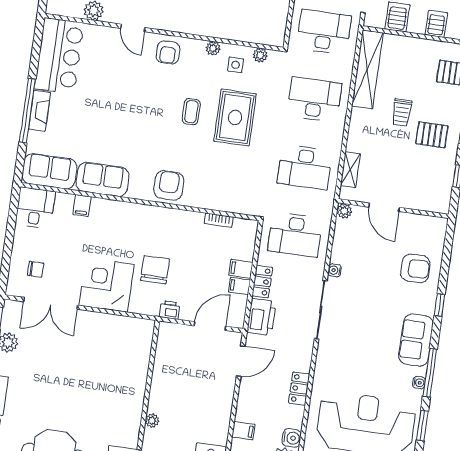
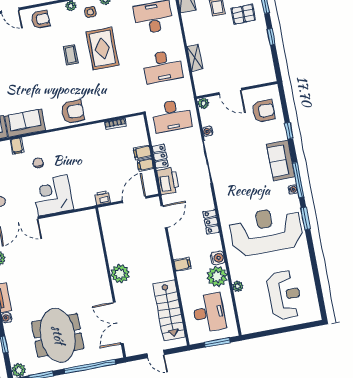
armchair: (168, 52) -> (40, 19), turned -90
armchair: (169, 185) -> (72, 112), turned 90
door: (384, 207) -> (230, 91), moved
wall: (393, 209) -> (237, 90), moved
plant: (344, 211) -> (203, 103), moved
chair: (155, 270) -> (38, 163), moved, width x0.54, depth x0.54
plant: (152, 421) -> (120, 274), width x1.88, depth x1.88

